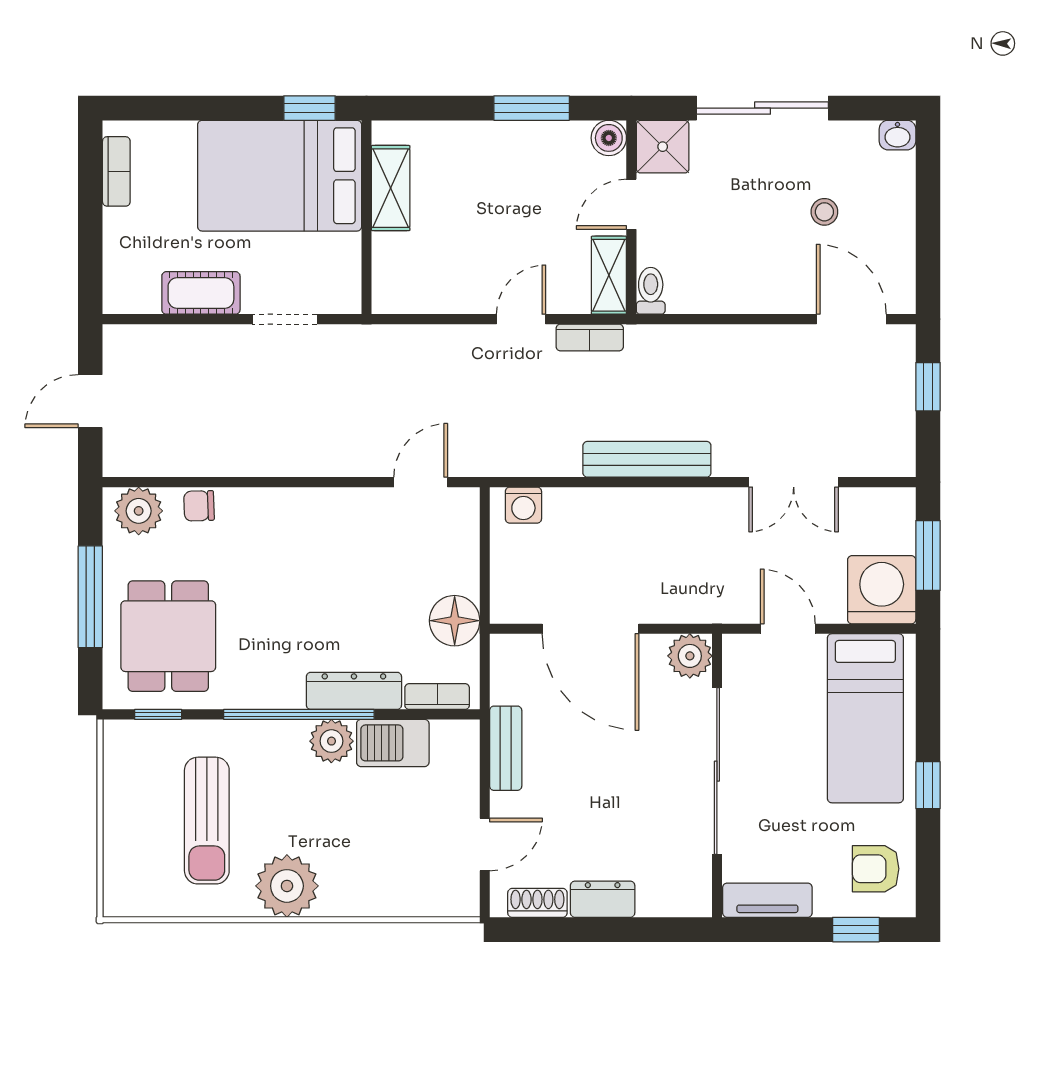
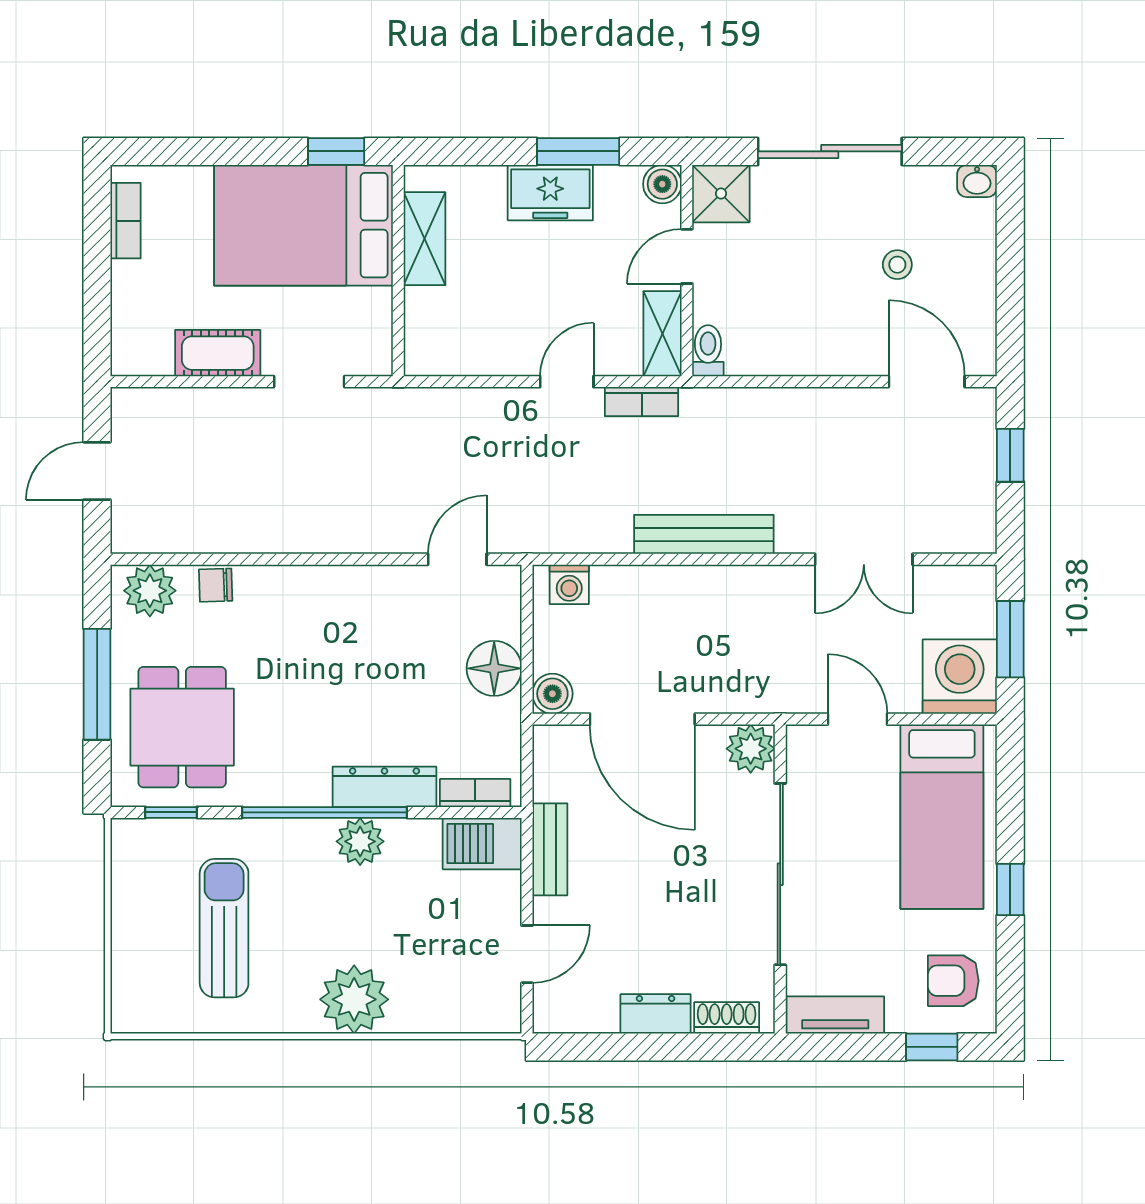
freezer: (506, 146) -> (550, 193), added
boiler: (508, 605) -> (552, 694), added
floor lamp: (455, 621) -> (494, 668), moved
barbecue: (393, 743) -> (482, 844), moved
sun lounger: (207, 821) -> (224, 928), turned 180
plant: (287, 886) -> (354, 999), moved
shoe rack: (537, 903) -> (727, 1018), moved

